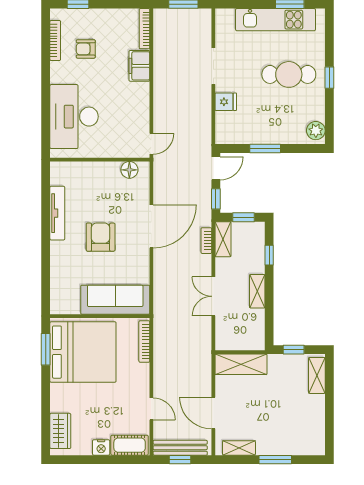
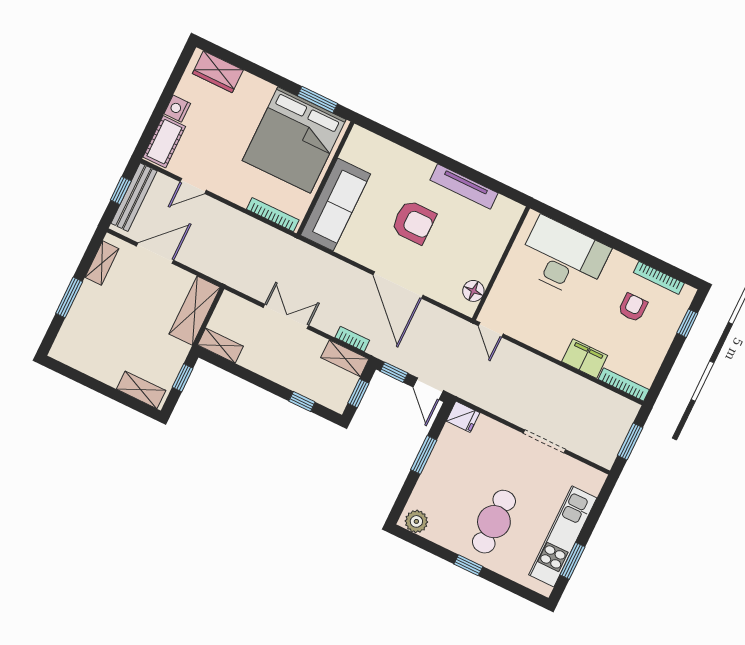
fridge: (226, 102) -> (463, 417), moved, turned -90
shelving: (257, 291) -> (220, 346), moved

